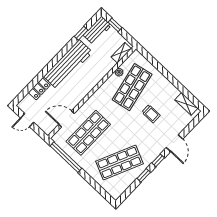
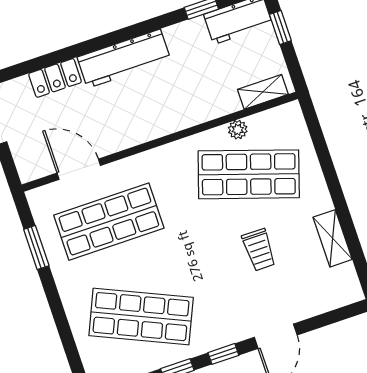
workbench: (68, 64) -> (124, 59), width x0.73, depth x0.76
shop shelf: (132, 87) -> (249, 174), turned 30
shelving: (186, 104) -> (333, 238), moved
window: (66, 157) -> (36, 248), width x0.47

